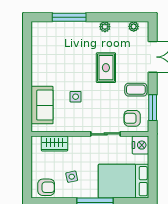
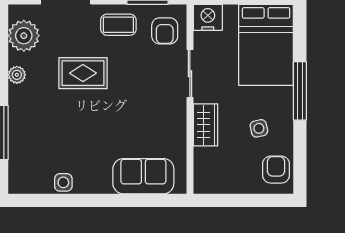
plant: (134, 26) -> (24, 36), width x1.88, depth x1.88
coffee table: (136, 90) -> (118, 25), turned 90
side table: (76, 97) -> (63, 182), moved
wardrobe: (55, 144) -> (205, 125), moved

